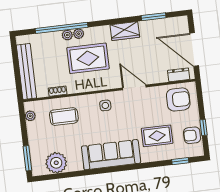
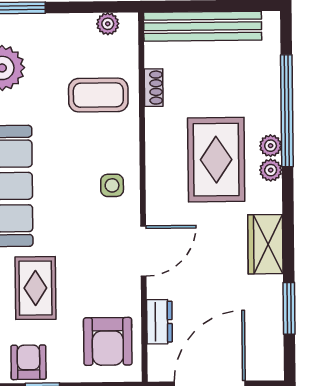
plant: (67, 35) -> (271, 170), moved
dresser: (179, 75) -> (159, 322), moved
coffee table: (64, 117) -> (98, 95), turned 90

